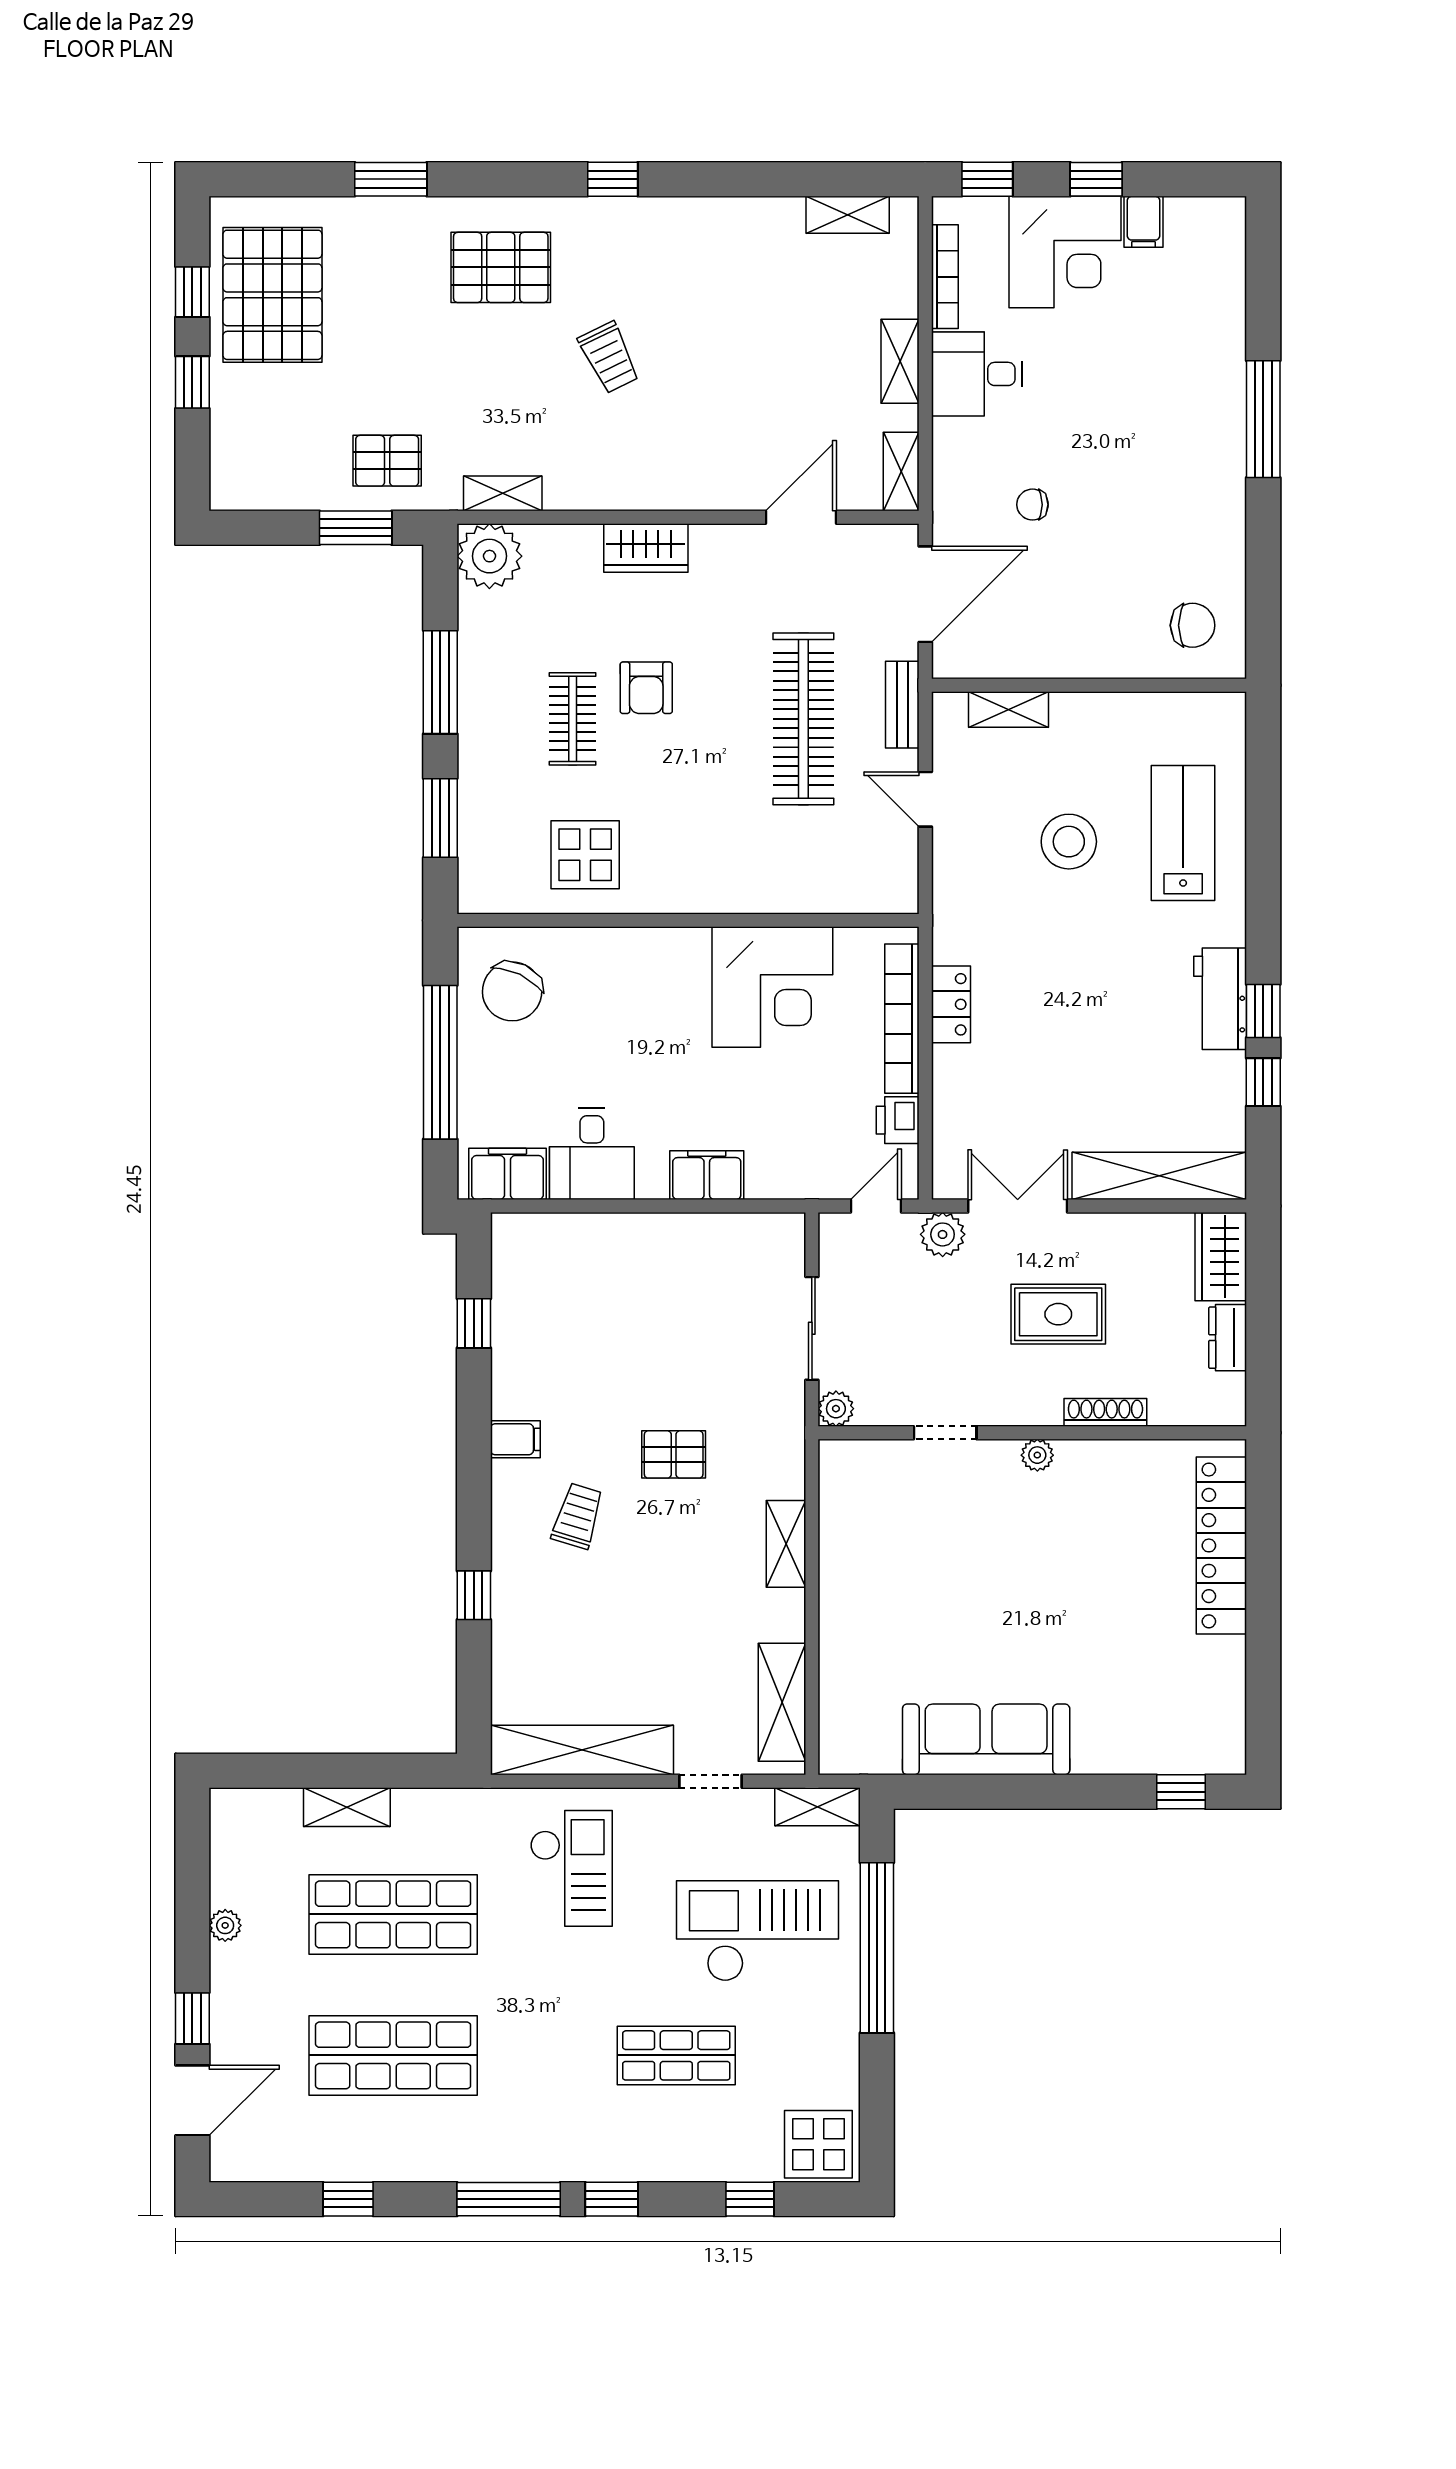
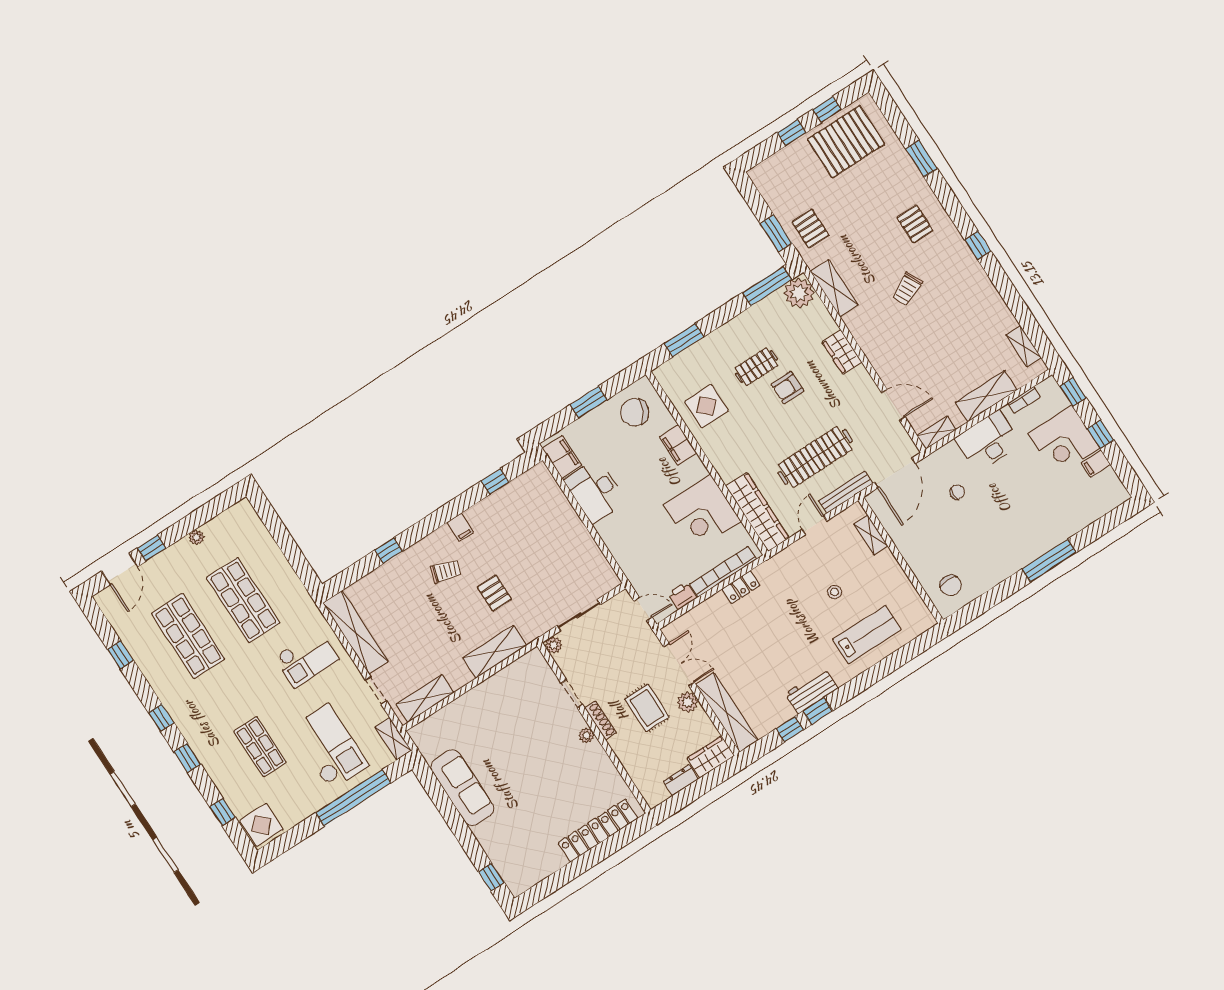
pallet: (501, 267) -> (915, 224), width x0.67, depth x0.71
bookcase: (945, 277) -> (1024, 400), width x0.64
shelving: (900, 361) -> (986, 396), width x1.50, depth x1.33
desk: (977, 374) -> (988, 441), width x1.37
shelving: (503, 493) -> (834, 288), width x1.50, depth x1.33
chair: (1032, 505) -> (957, 492), turned 90
door: (925, 594) -> (895, 473), hinge flipped
window: (440, 682) -> (767, 286), moved
bench: (902, 705) -> (846, 492), width x1.36
stool: (1069, 842) -> (835, 592), width x0.53, depth x0.53
wardrobe: (835, 887) -> (757, 512), added
window: (440, 1062) -> (589, 402), width x0.47
desk: (592, 1154) -> (595, 491), width x1.37
filing cabinet: (707, 1175) -> (678, 445), moved, turned 180
plant: (943, 1234) -> (688, 702), moved
shoe rack: (1105, 1412) -> (600, 720), moved
shelving: (786, 1544) -> (495, 652), width x1.50, depth x1.33
shelving: (347, 1807) -> (274, 555), removed
door: (192, 2100) -> (120, 569), hinge flipped
window: (509, 2199) -> (161, 718), width x0.46

